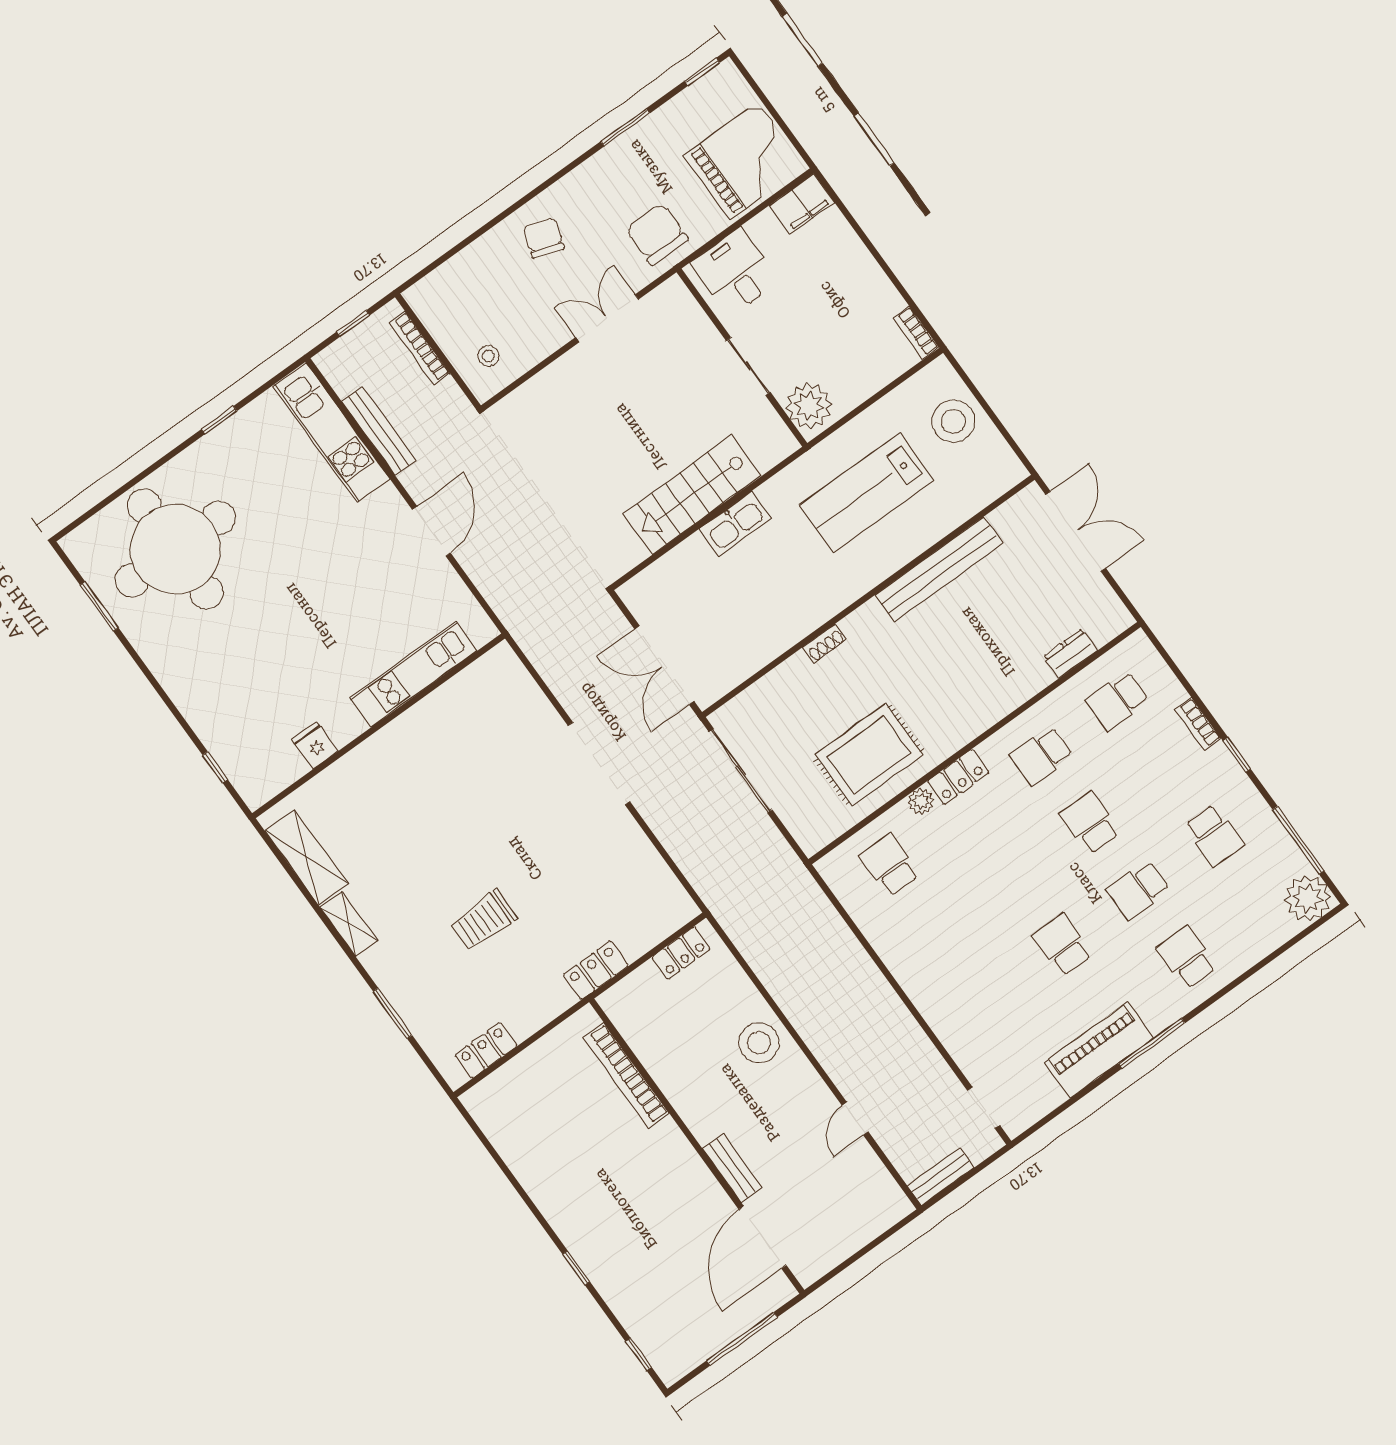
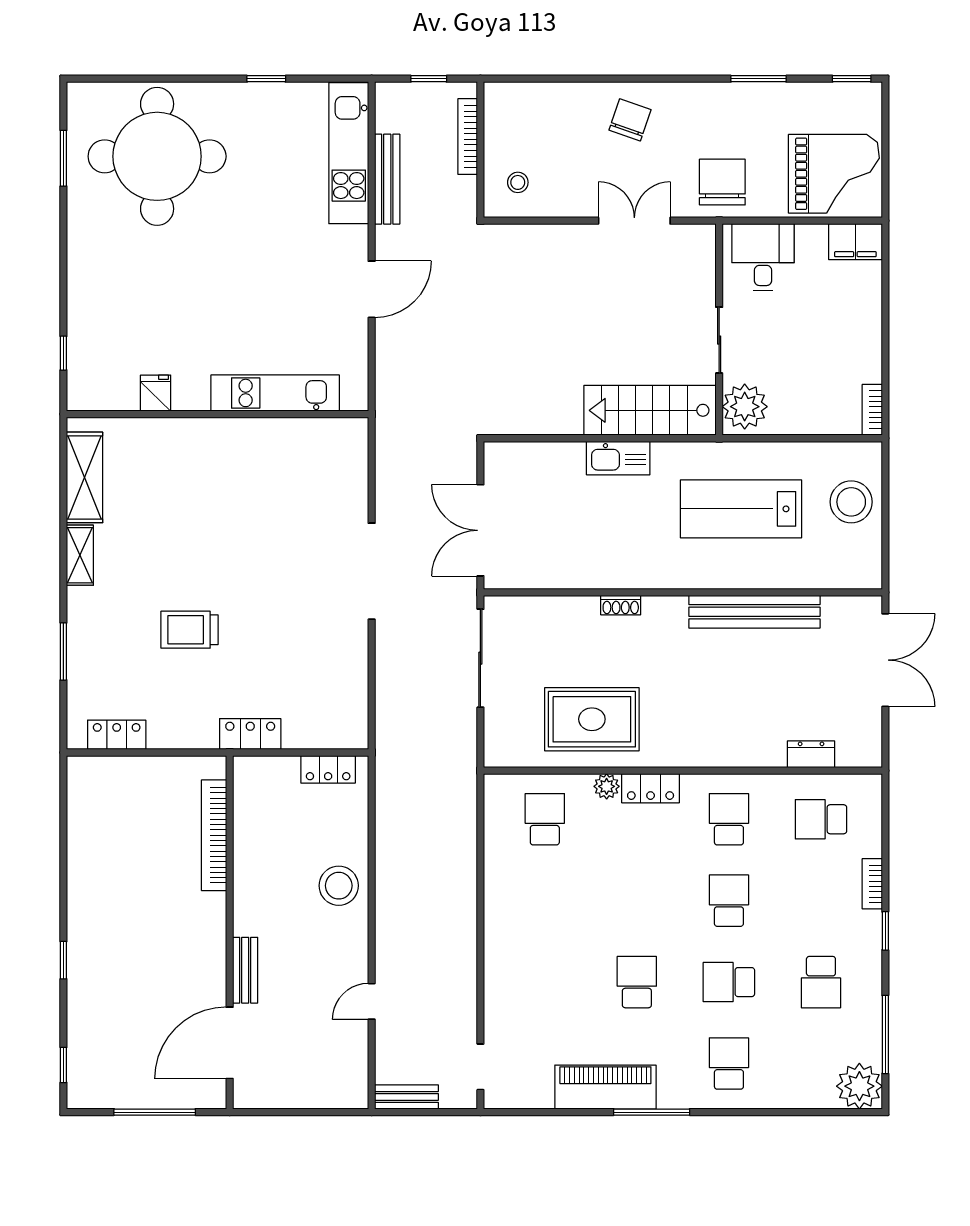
stairs: (692, 495) -> (650, 410), moved
school desk: (1041, 756) -> (729, 819), turned 90

